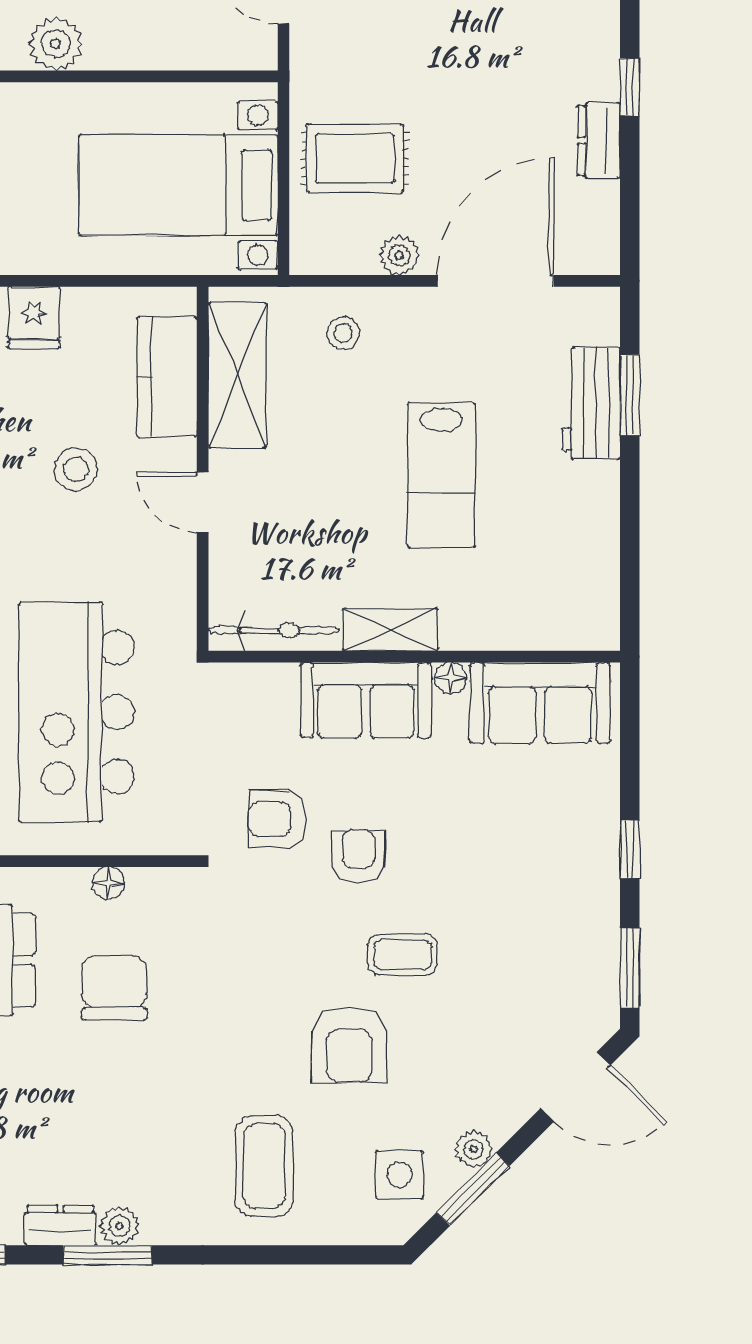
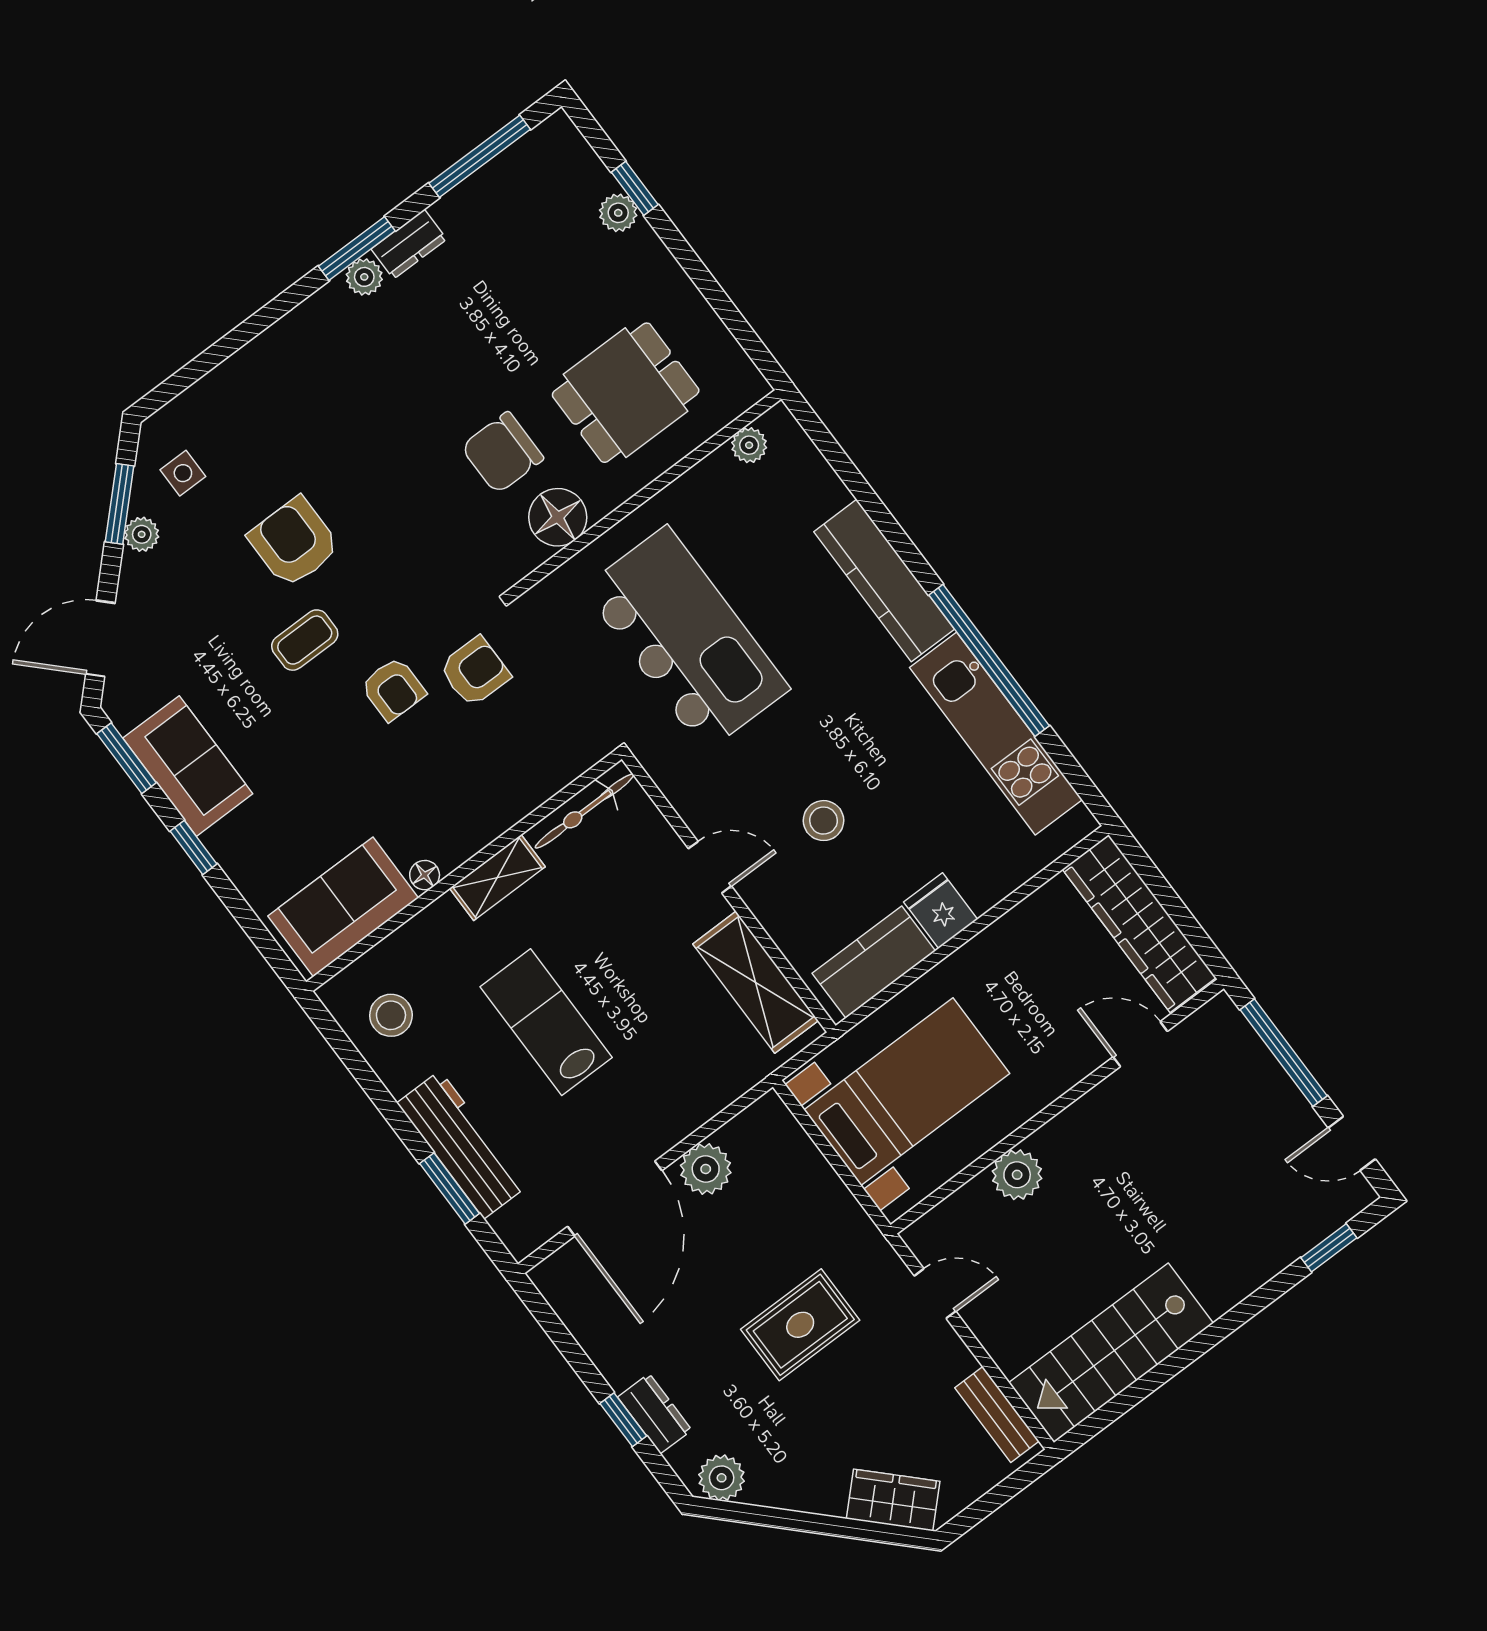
plant: (56, 44) -> (1017, 1175), moved
dresser: (599, 140) -> (655, 1414), moved
rug: (355, 158) -> (800, 1325), moved
plant: (399, 255) -> (706, 1169), width x1.38, depth x1.38
stool: (343, 333) -> (391, 1015), moved, width x1.37, depth x1.37
kitchen counter: (167, 377) -> (874, 962), moved, turned -90
workbench: (591, 403) -> (462, 1145), width x1.38
sofa: (366, 700) -> (188, 766), moved, turned 90
floor lamp: (108, 883) -> (558, 517), width x1.89, depth x1.89
chair: (114, 988) -> (502, 453), turned 90
coffee table: (264, 1166) -> (289, 404), removed
side table: (399, 1175) -> (183, 473), width x0.73, depth x0.73

